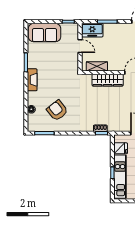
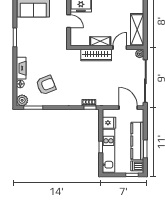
shelving: (97, 66) -> (100, 41), moved
fireplace: (32, 80) -> (21, 68), moved
armchair: (57, 110) -> (46, 85), turned 106
plant: (33, 126) -> (22, 100), added

